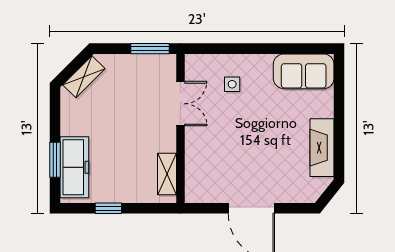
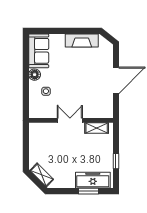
window: (150, 49) -> (26, 138), removed
floor lamp: (262, 64) -> (35, 75), added
double door: (180, 104) -> (70, 120), moved

